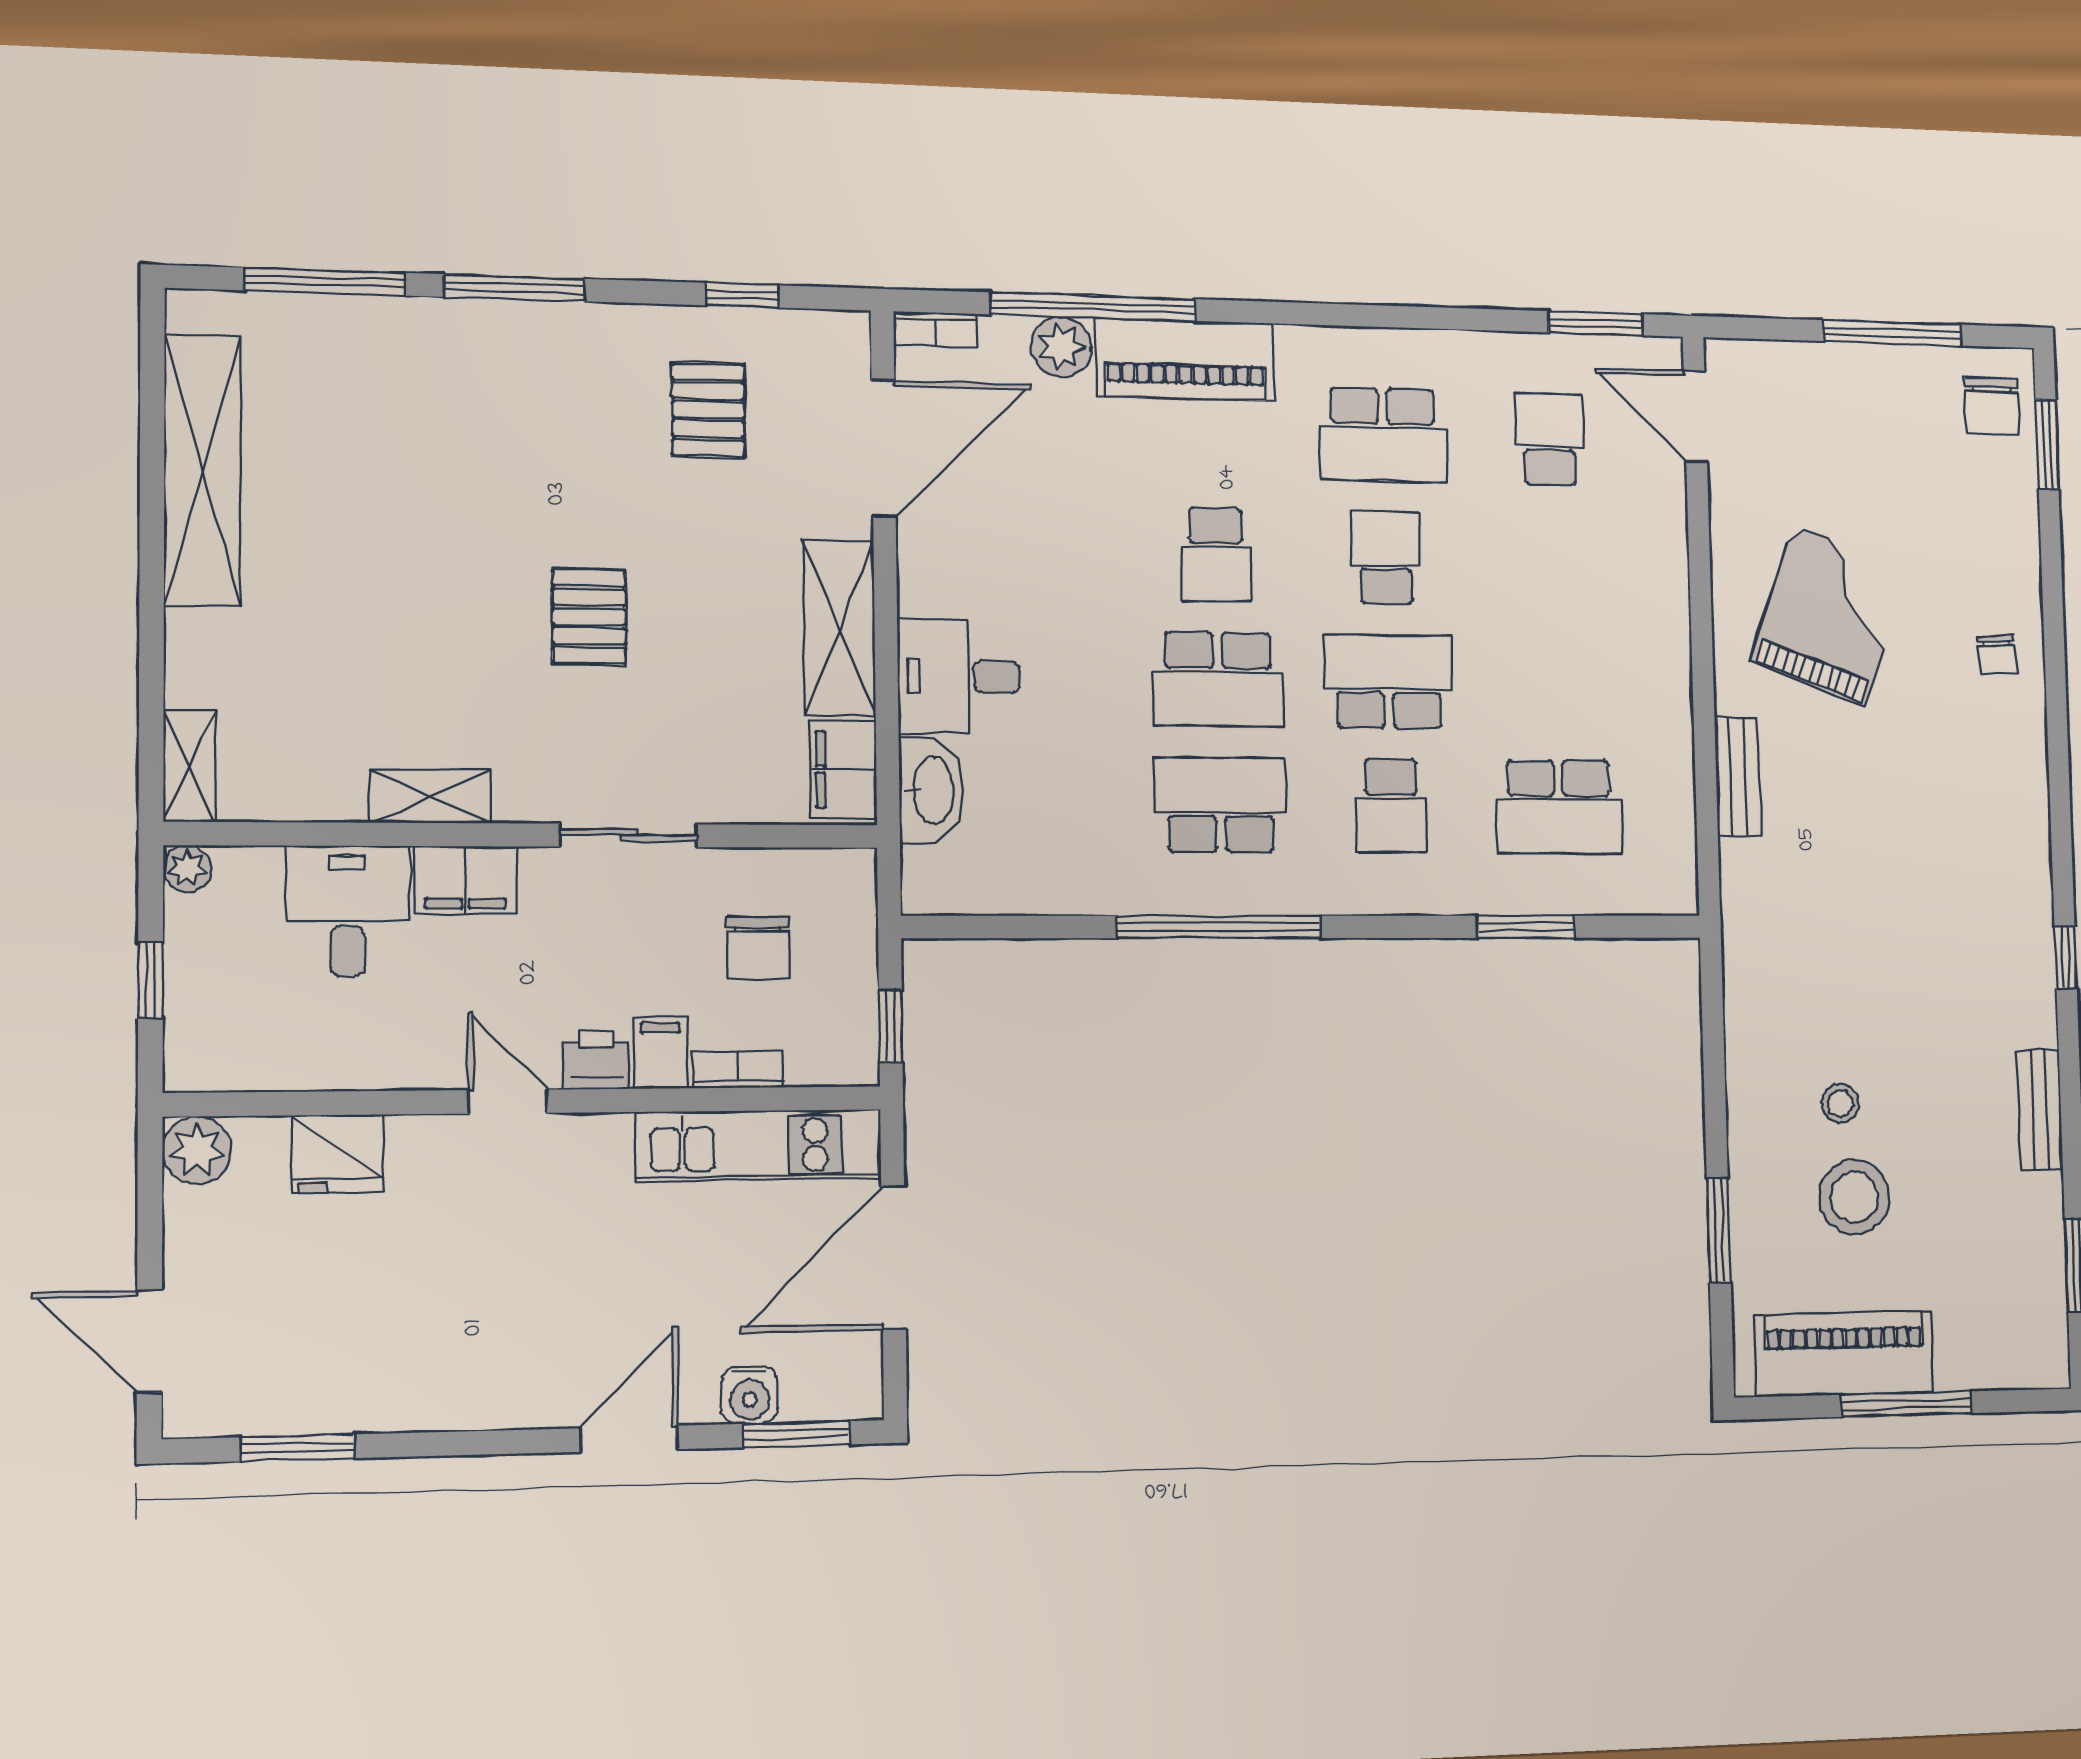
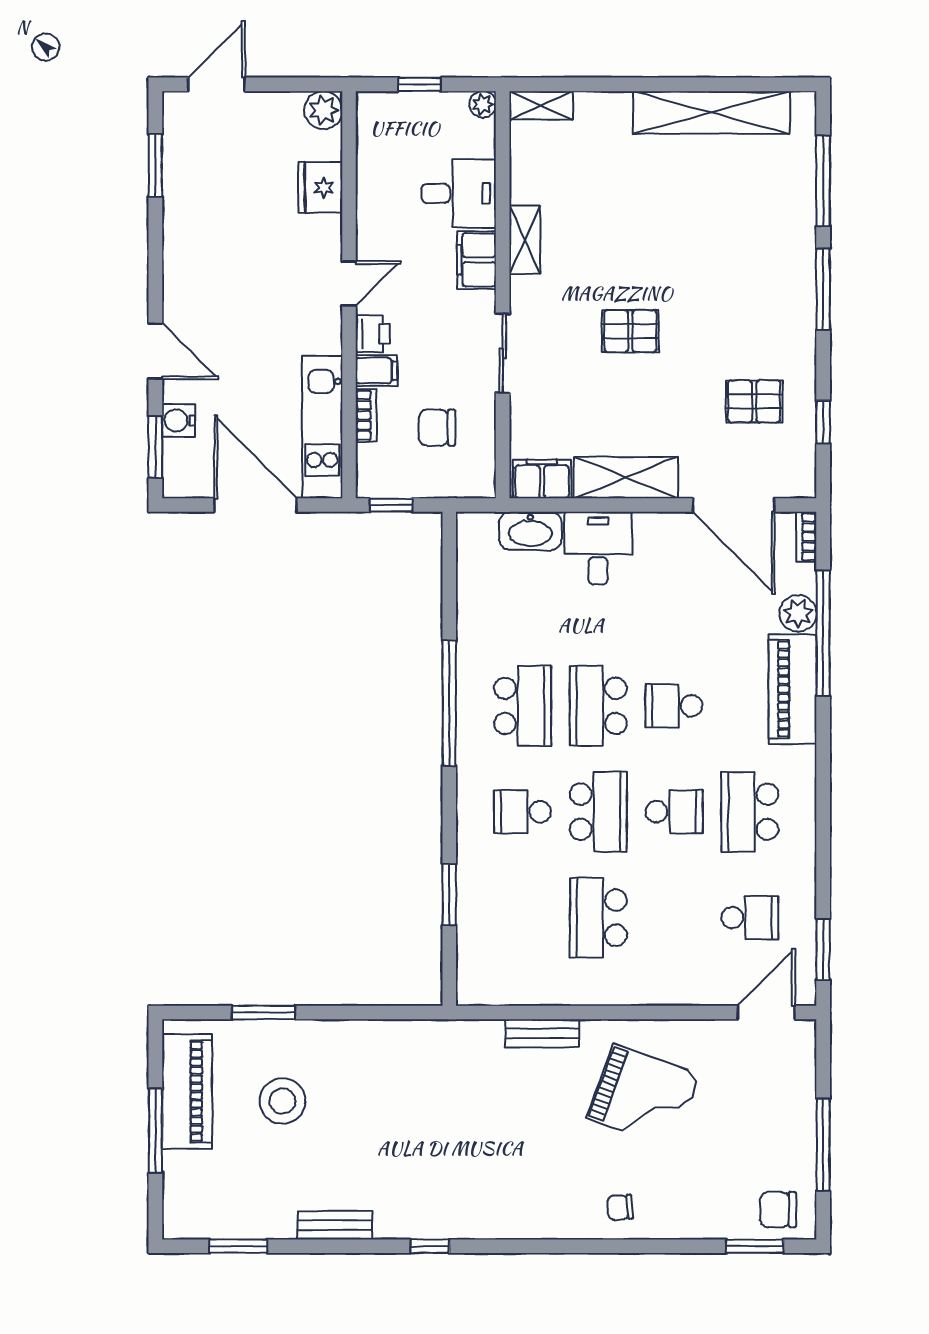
school desk: (1559, 807) -> (598, 918), moved
stool: (1840, 1103) -> (340, 1094), removed

